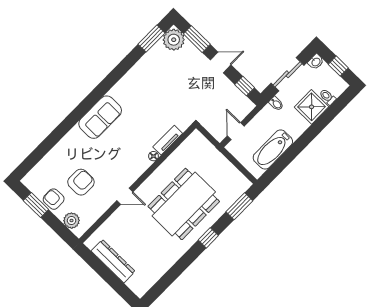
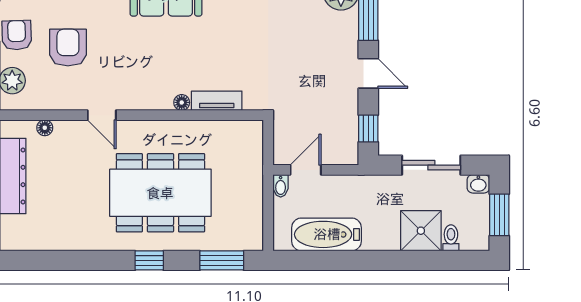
window: (338, 66) -> (499, 215), width x1.50
bidet: (276, 104) -> (281, 186), moved
armchair: (81, 182) -> (68, 48), turned -90
floor lamp: (106, 227) -> (45, 128), added

